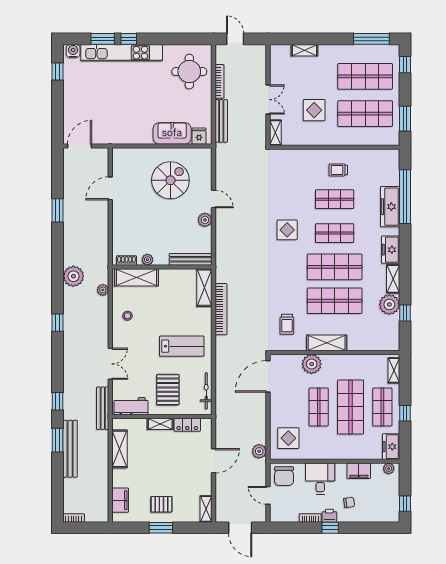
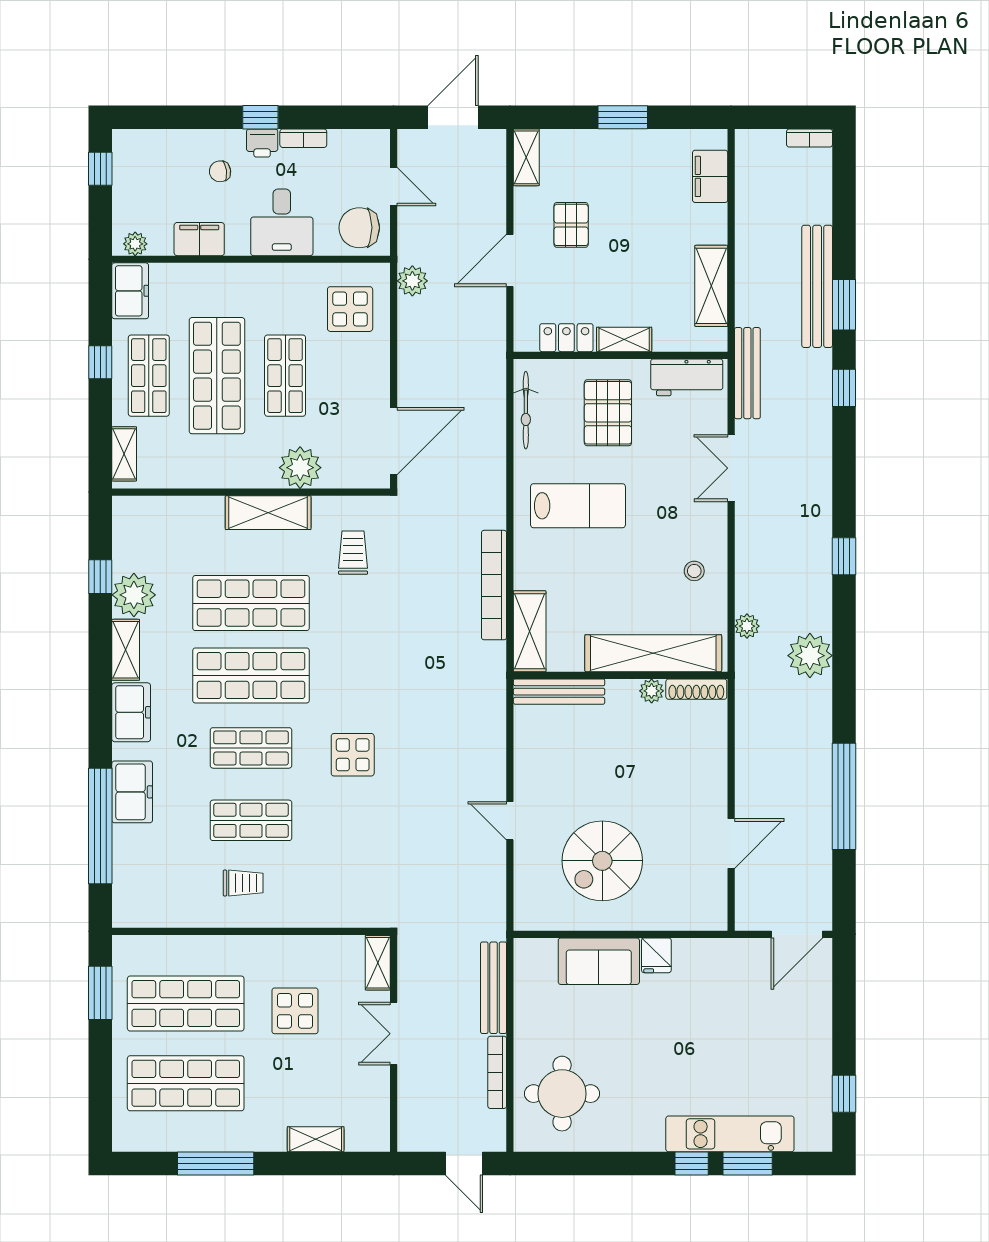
window: (371, 39) -> (216, 1164), moved
water cooler: (73, 51) -> (811, 1137), removed
kitchen unit: (122, 53) -> (730, 1134), width x0.73
window: (405, 65) -> (100, 1108), removed
fridge: (199, 136) -> (656, 955), moved
freezer: (390, 207) -> (132, 792), width x0.71
window: (58, 210) -> (844, 796), width x2.11
plant: (205, 220) -> (529, 776), removed
shoe rack: (127, 260) -> (696, 689), width x1.43
shelving: (136, 277) -> (653, 653), width x1.47
lab bench: (182, 346) -> (578, 506), turned 180
chair: (284, 476) -> (359, 228), turned -90
pallet: (161, 504) -> (571, 225), moved, turned 90
door: (240, 528) -> (453, 117), hinge flipped

